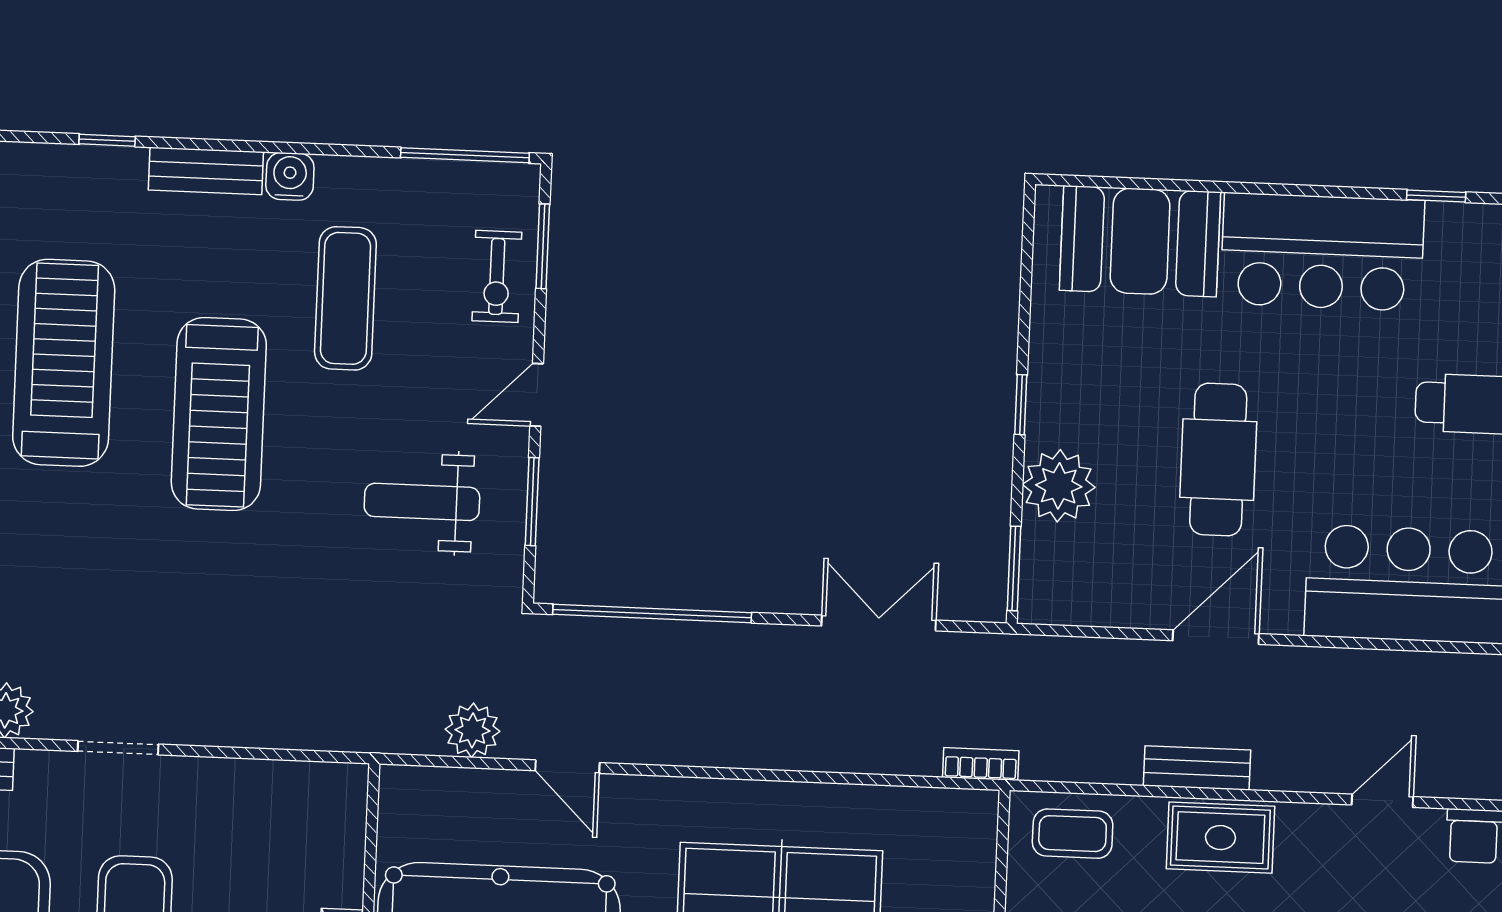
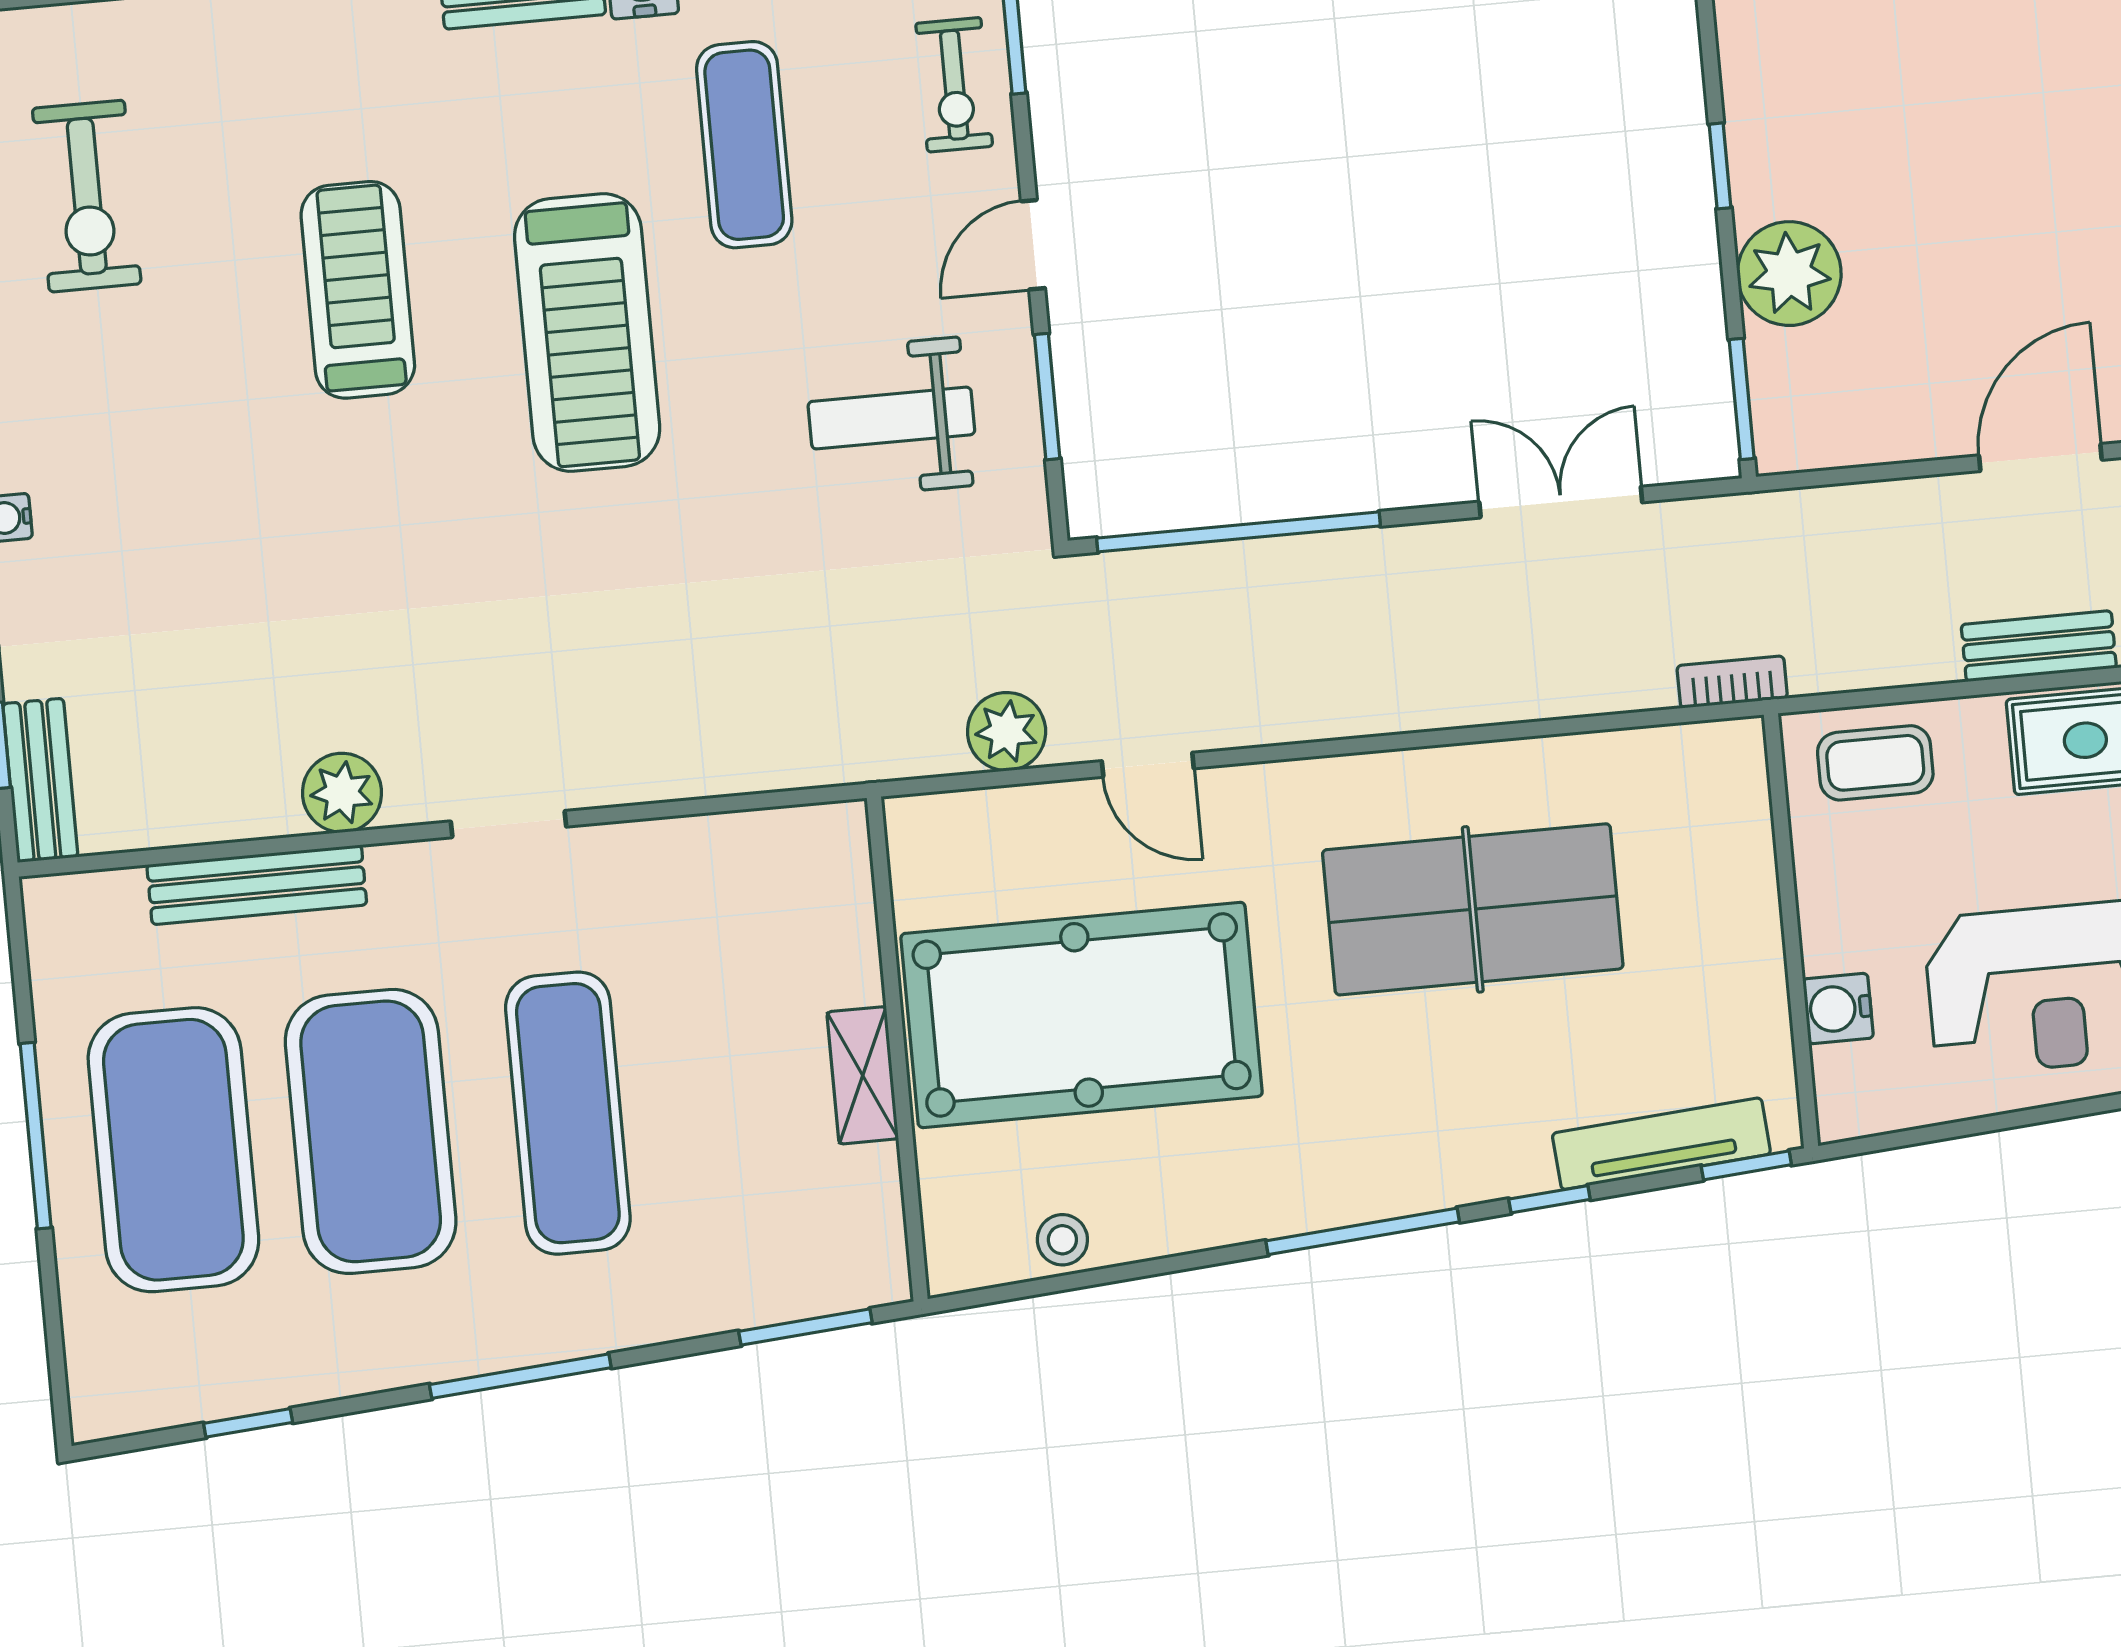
treadmill: (64, 363) -> (358, 290), width x0.73, depth x0.73
cafe table: (1218, 460) -> (2010, 206), removed

